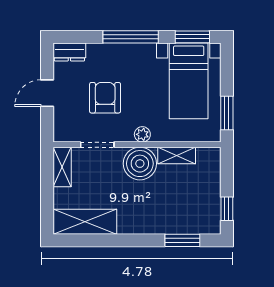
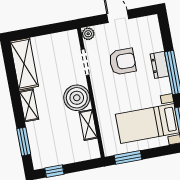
dresser: (69, 52) -> (159, 65), moved
plant: (142, 134) -> (88, 34), moved
shelving: (62, 167) -> (29, 105), moved, turned 90

